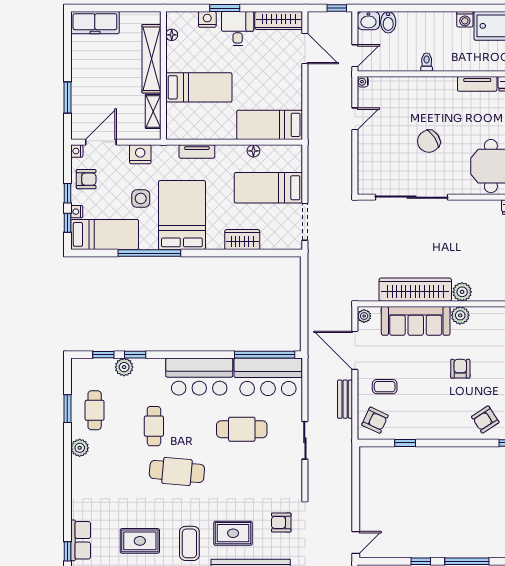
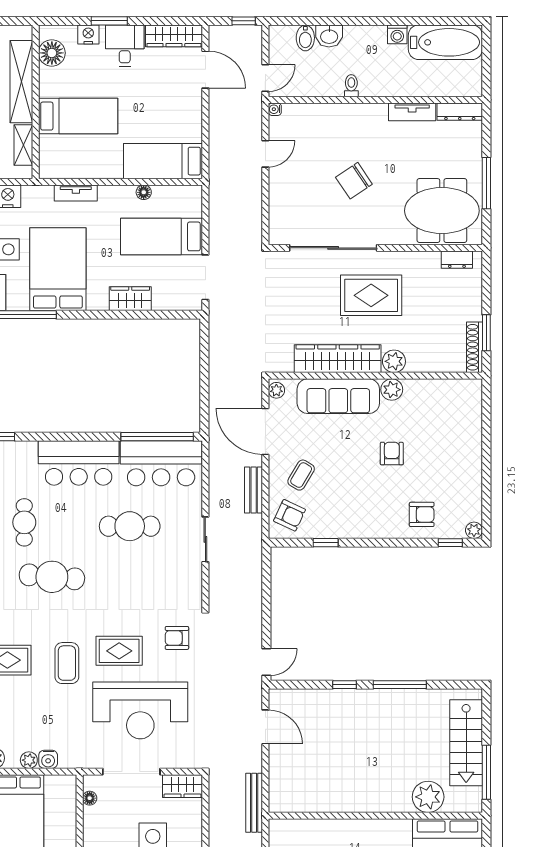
washbasin: (368, 21) -> (329, 36), moved
floor lamp: (172, 35) -> (52, 53), width x1.89, depth x1.89
rug: (443, 237) -> (371, 295), added
coffee table: (385, 387) -> (301, 475), turned -59
armchair: (485, 419) -> (422, 514), turned -147

